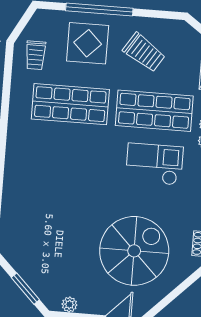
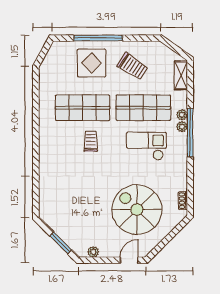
trolley: (35, 55) -> (91, 141), moved, turned 180
spiral stairs: (134, 251) -> (137, 210), turned -90

